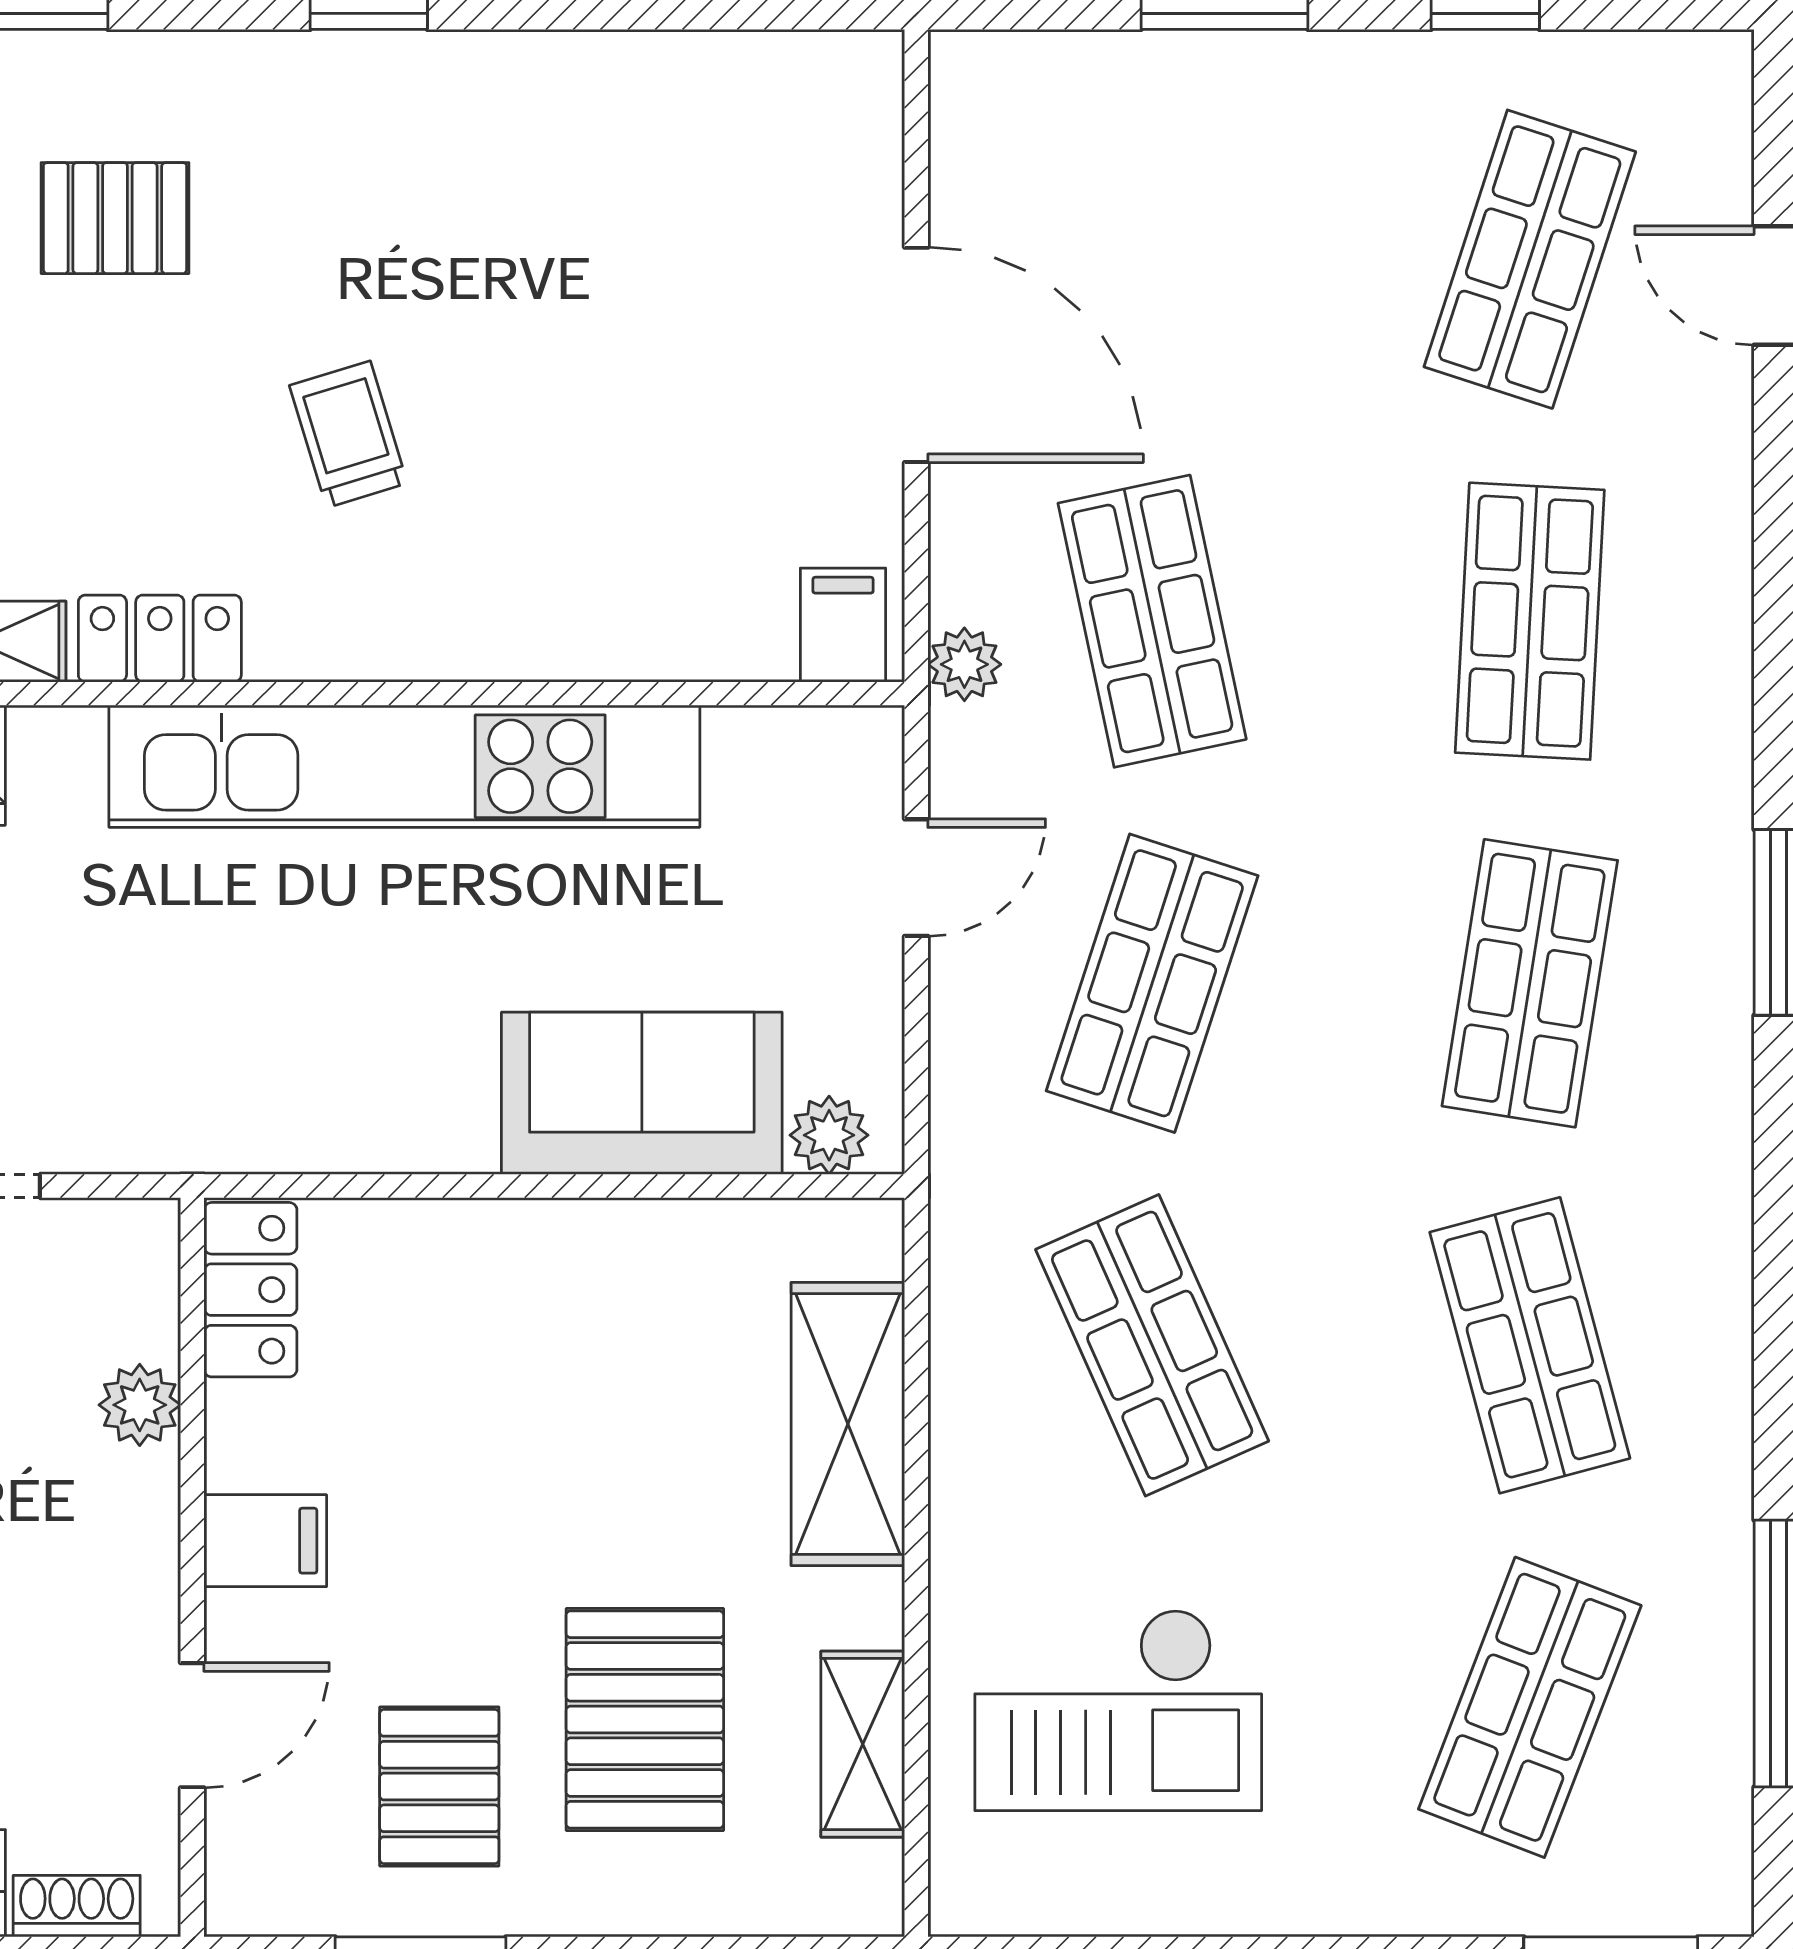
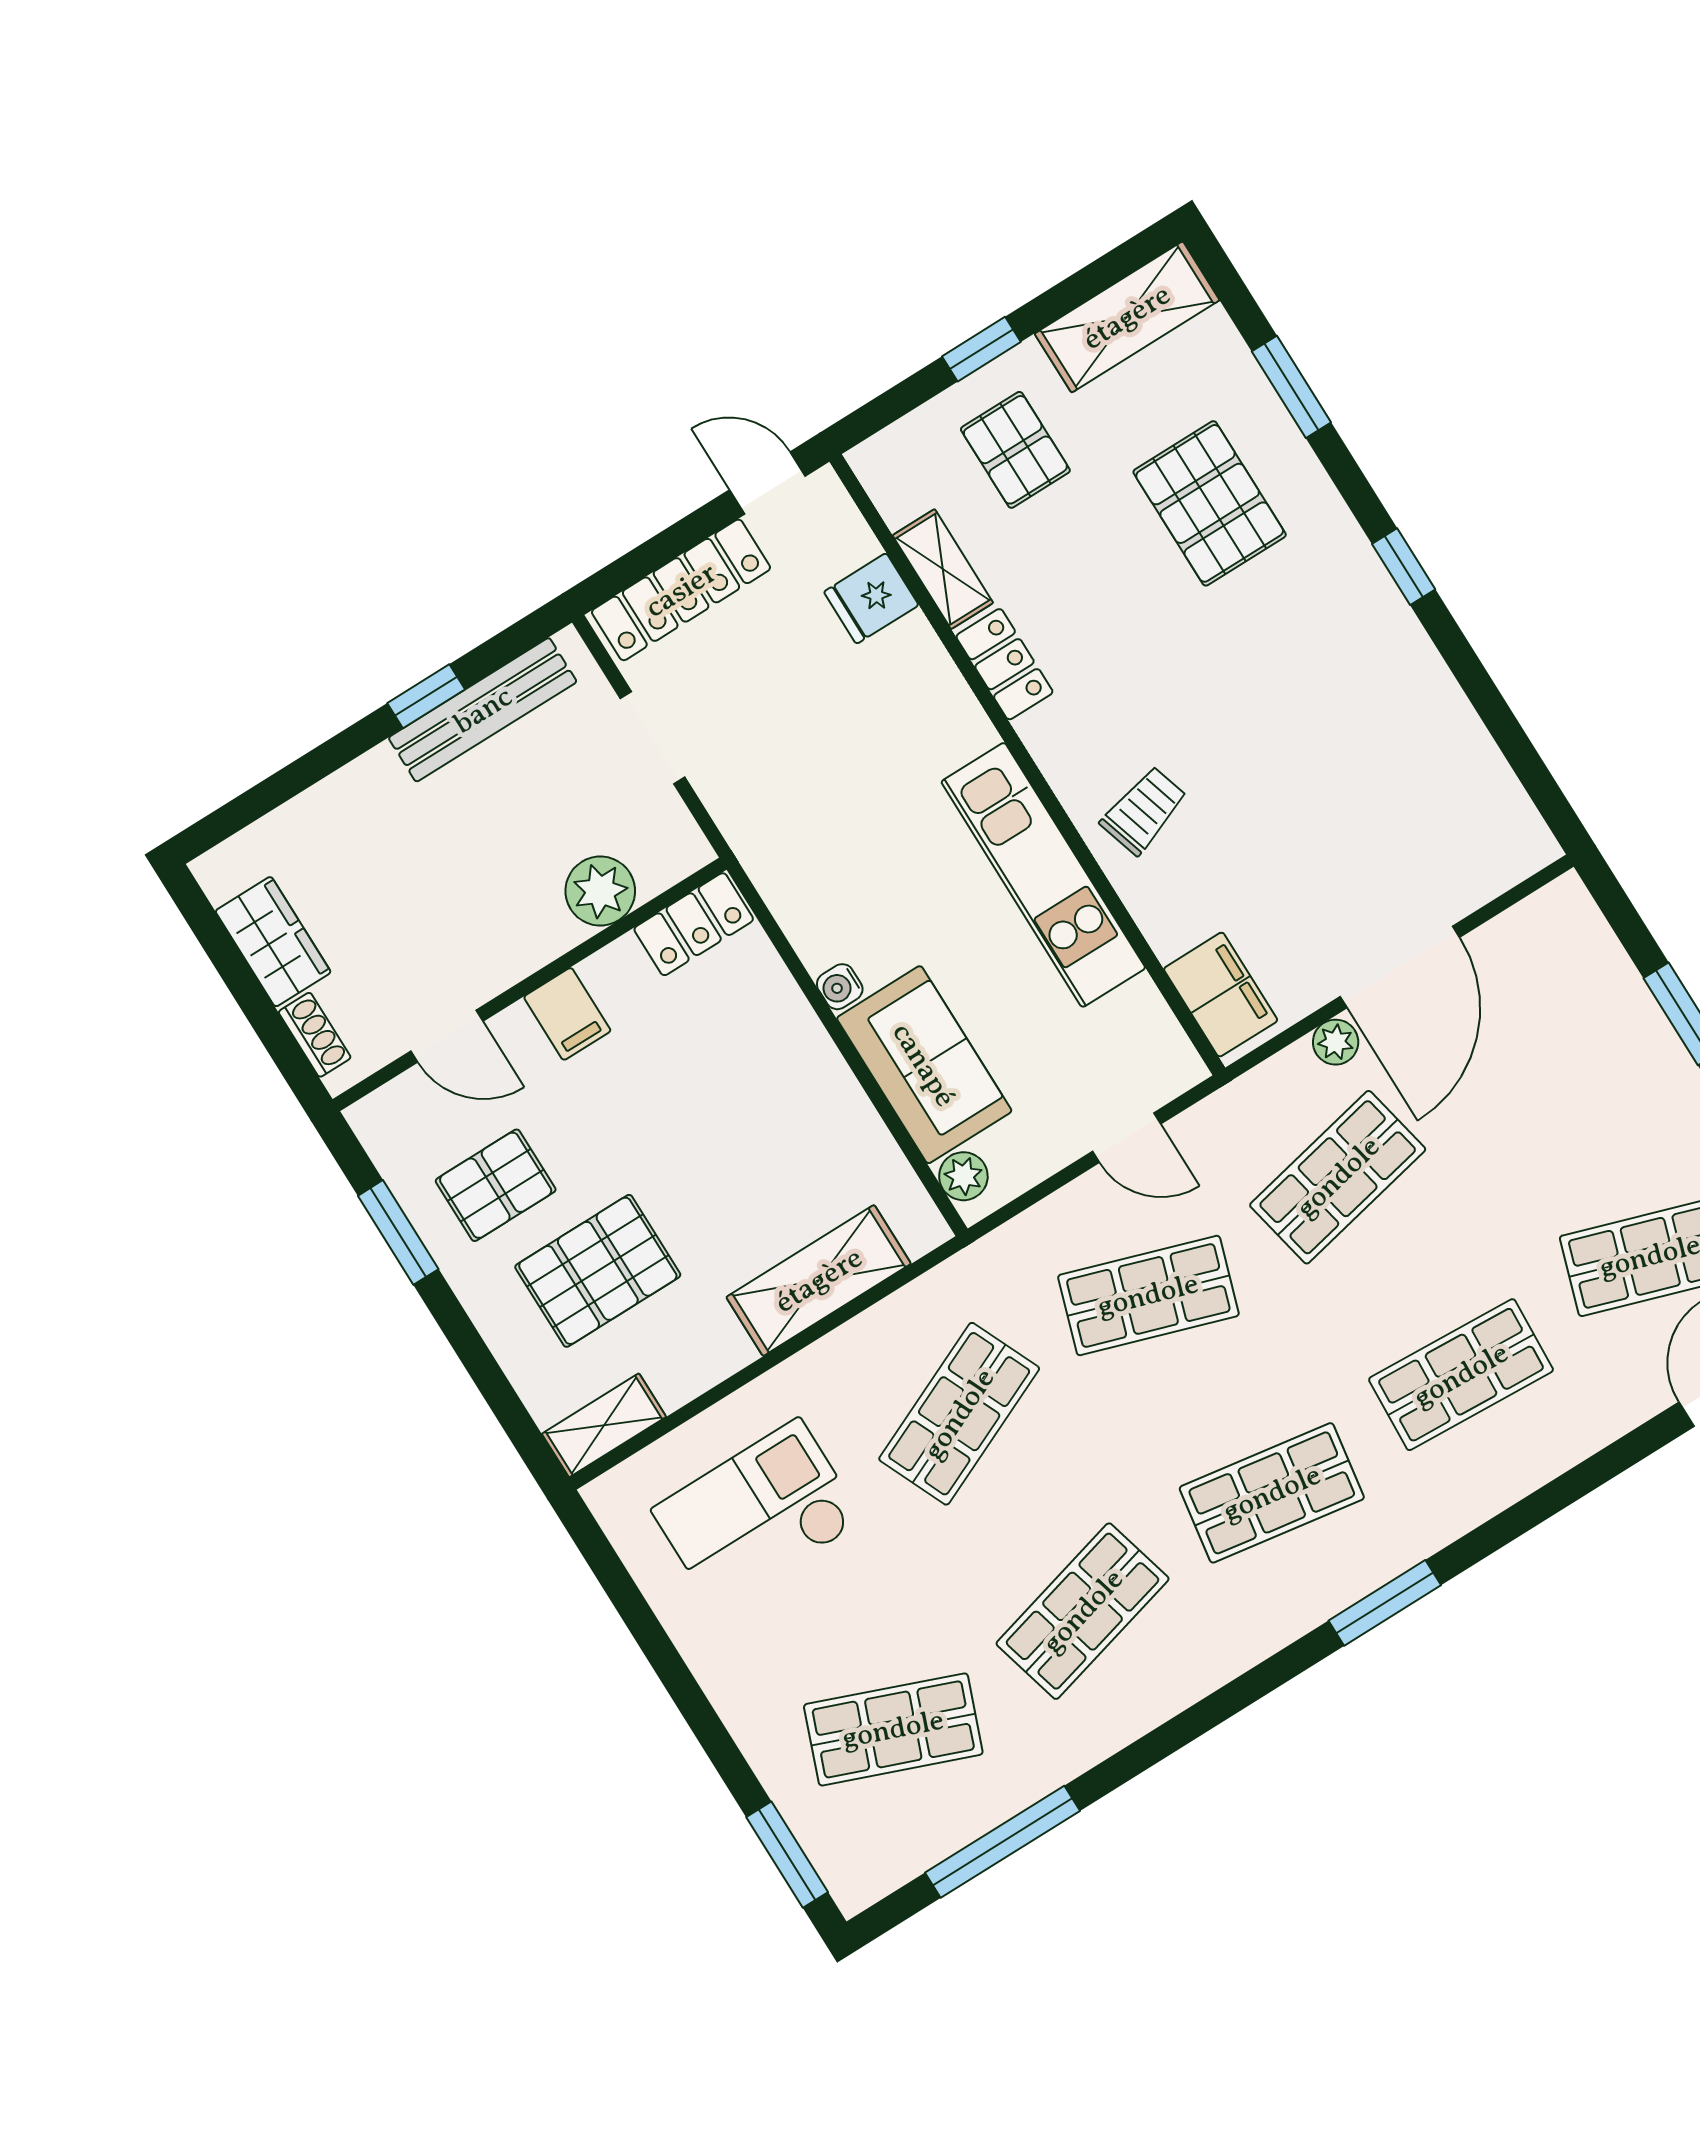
pallet: (115, 218) -> (1210, 503), width x1.50, depth x1.42
trolley: (348, 434) -> (1144, 810), moved
filing cabinet: (843, 625) -> (1221, 995), width x2.00
plant: (964, 664) -> (1336, 1042), moved
kitchen unit: (404, 766) -> (1043, 875), width x0.73
water cooler: (462, 1142) -> (840, 987), added
plant: (140, 1405) -> (600, 891), width x1.38, depth x1.38
checkout: (1118, 1710) -> (757, 1515), turned 90
shelving: (863, 1744) -> (604, 1425), moved

